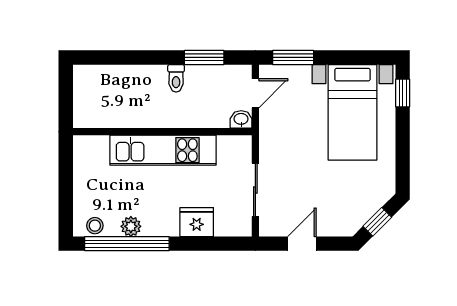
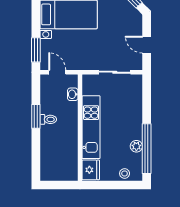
window: (204, 57) -> (36, 116), moved
washbasin: (241, 119) -> (73, 94), moved
fridge: (197, 222) -> (91, 170), moved, turned 180
stool: (95, 226) -> (125, 173), moved

